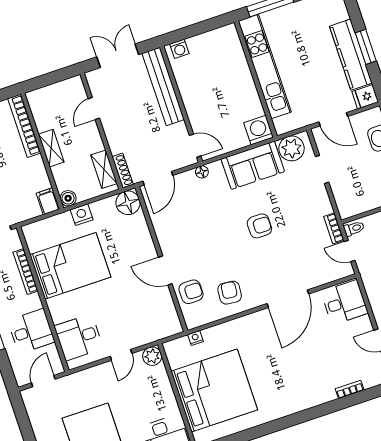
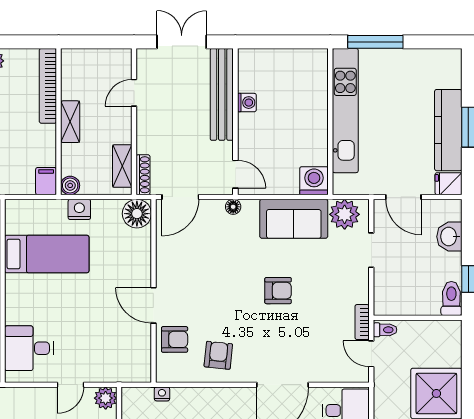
washing machine: (179, 49) -> (247, 103), moved, turned -90
bed: (70, 266) -> (47, 254), width x0.67

